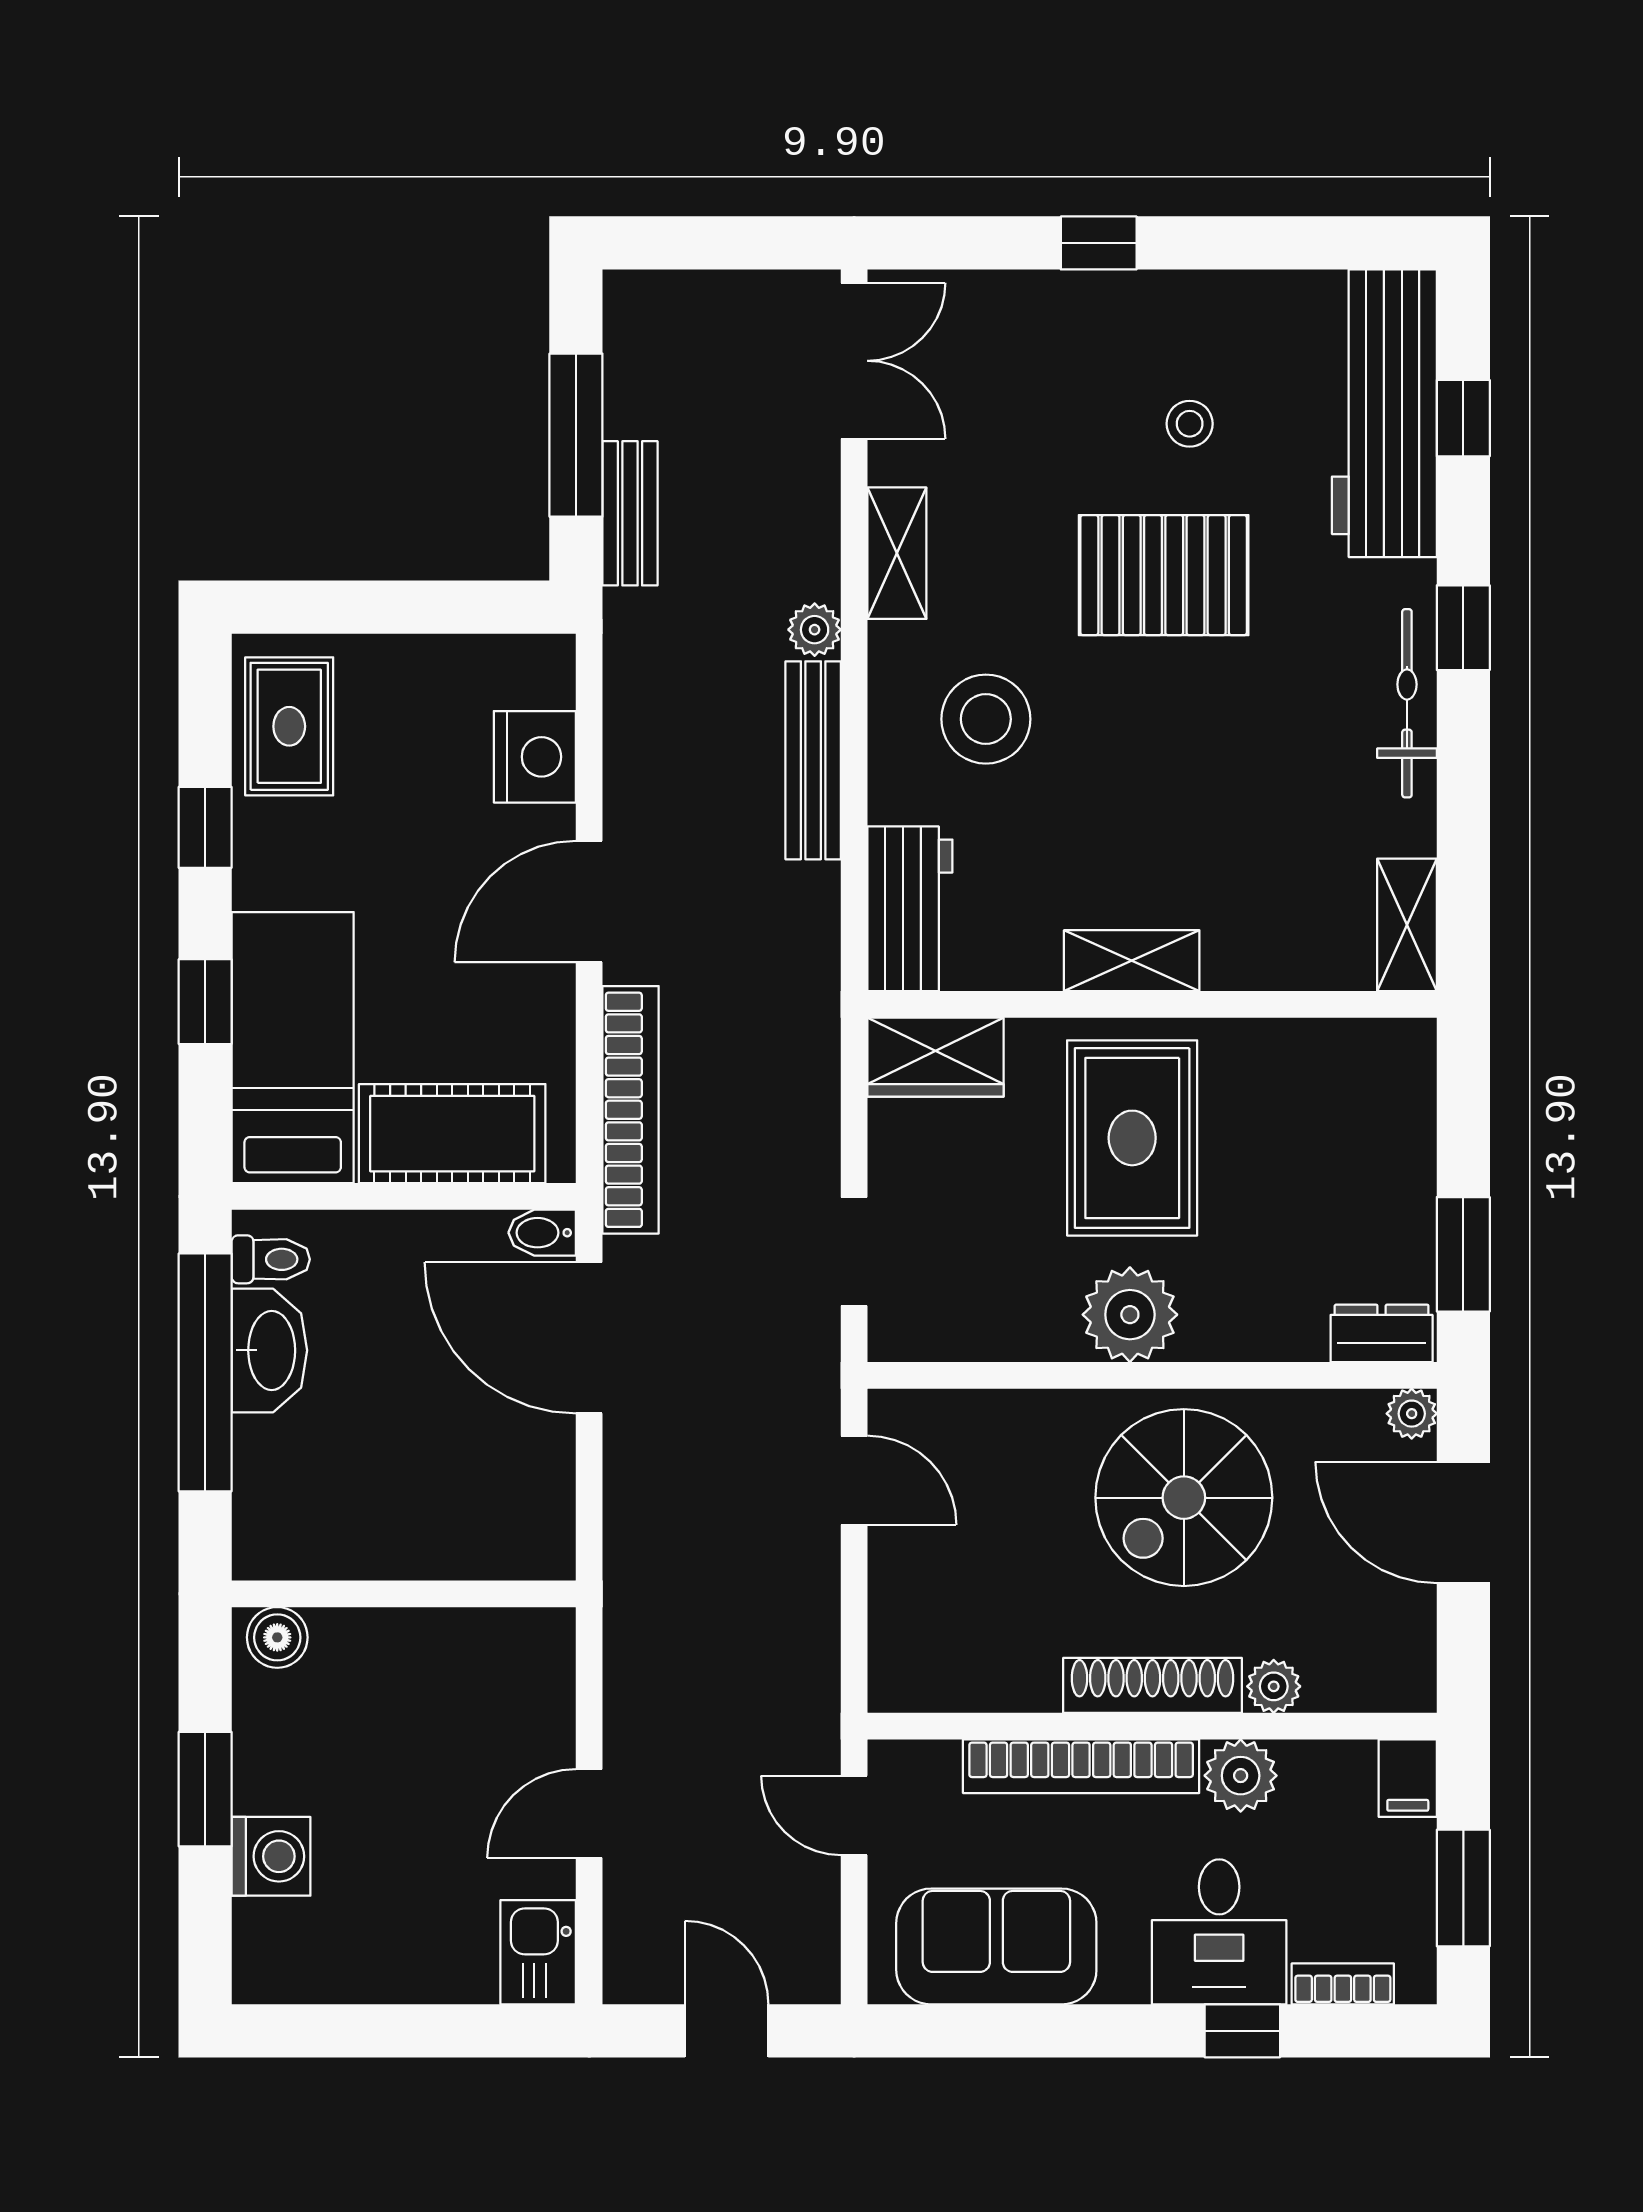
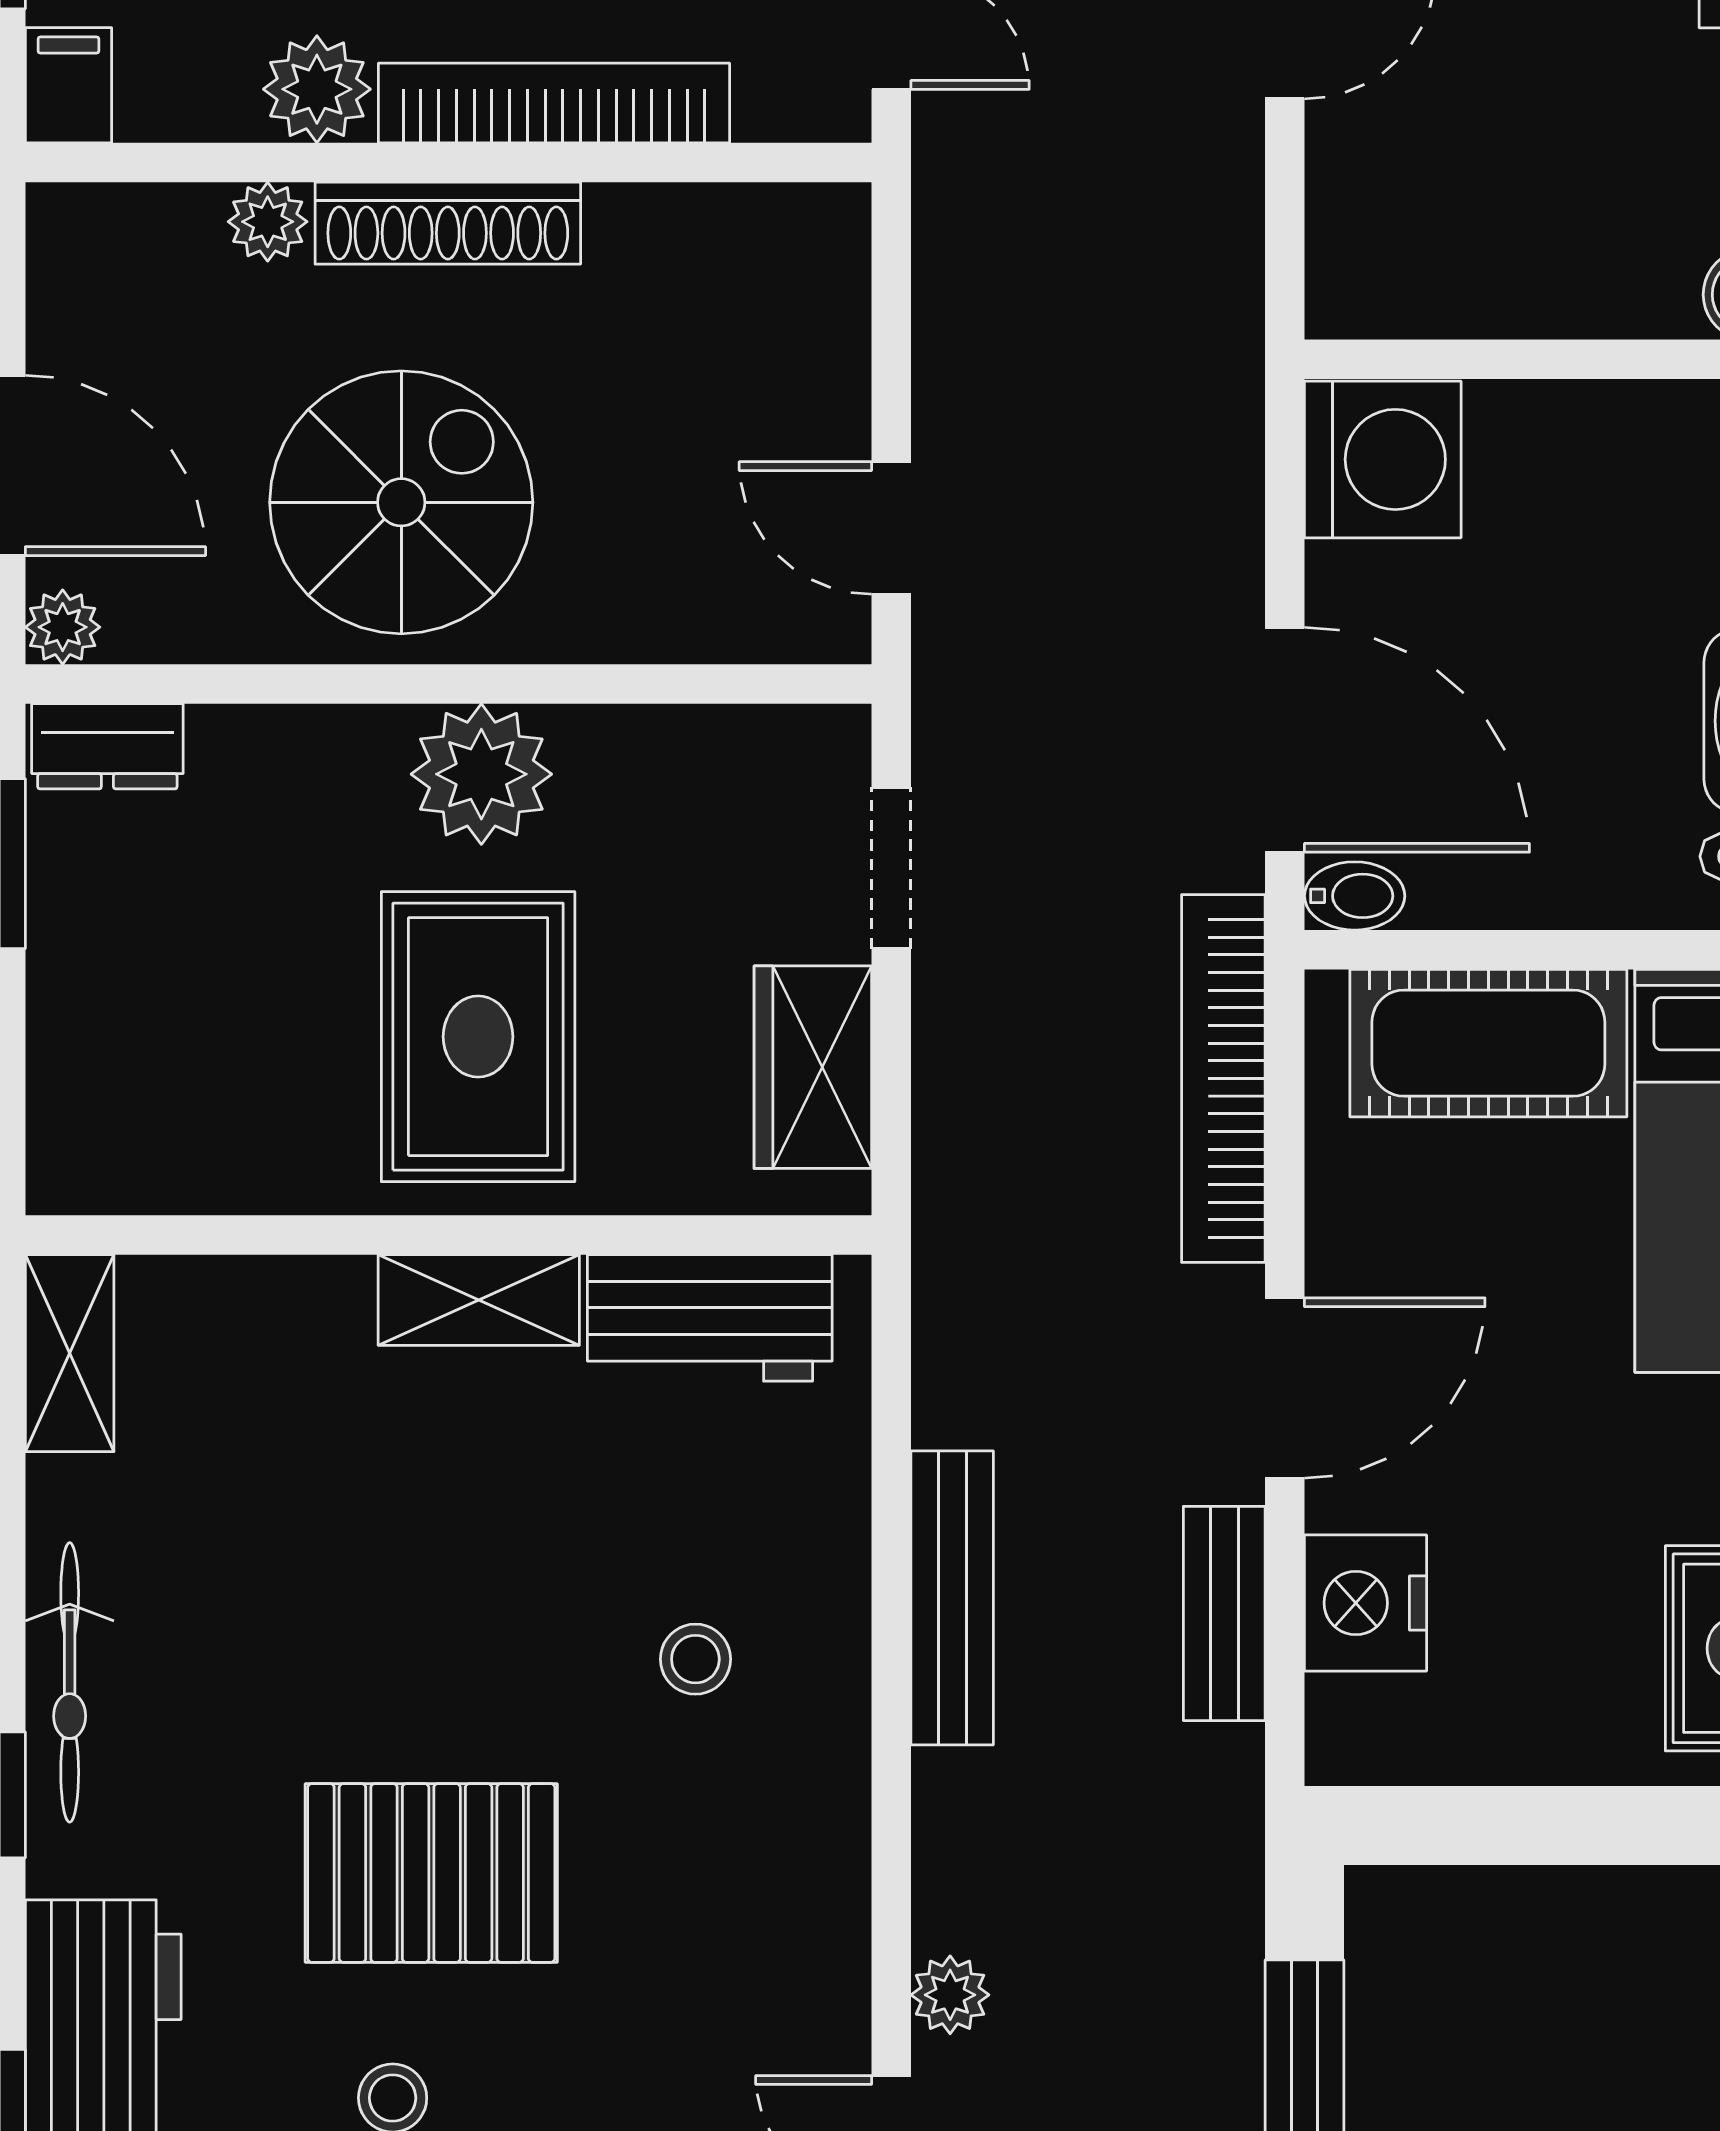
bench: (630, 513) -> (1224, 1613), moved
shelving: (897, 553) -> (828, 1906), removed
plant: (815, 630) -> (950, 1995), moved
stool: (986, 719) -> (695, 1659), width x0.53, depth x0.53
workbench: (910, 909) -> (710, 1318), moved, turned -90
wardrobe: (935, 1057) -> (813, 1067), moved, turned -90
washing machine: (523, 1526) -> (1383, 459), added

